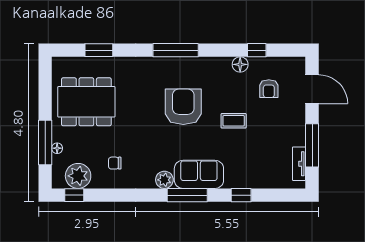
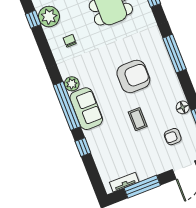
window: (187, 195) -> (67, 106), width x1.46

